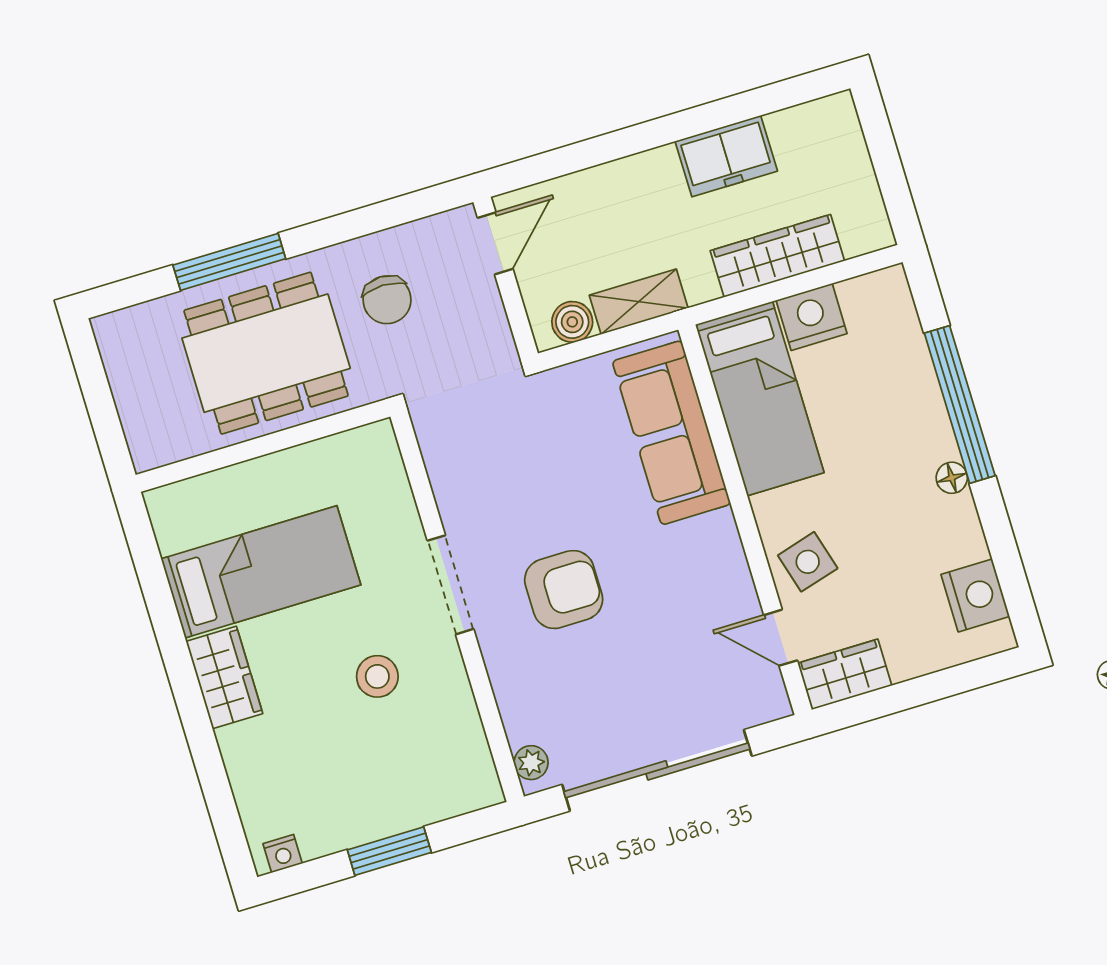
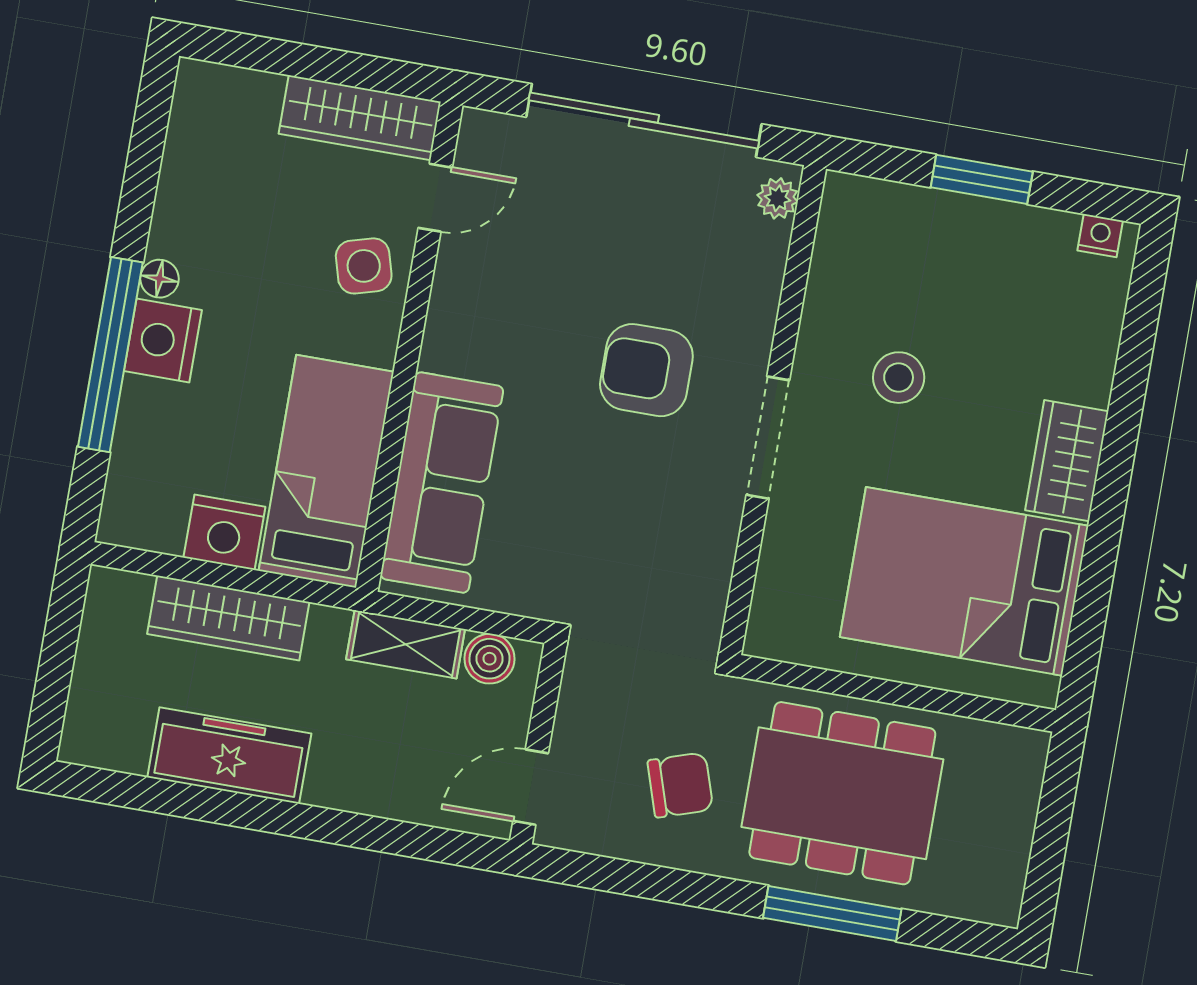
freezer: (726, 156) -> (229, 755), width x1.40
chair: (387, 300) -> (680, 785), turned 72
bed: (261, 572) -> (964, 581), width x1.50
nightstand: (975, 595) -> (163, 340), moved
door: (781, 638) -> (435, 198), hinge flipped
wardrobe: (845, 674) -> (360, 118), width x1.50

